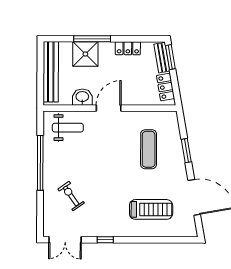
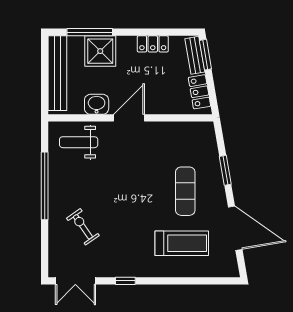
window: (92, 39) -> (90, 32), moved
weight bench: (68, 128) -> (79, 142), turned 180
exercise mat: (149, 149) -> (185, 191), moved

